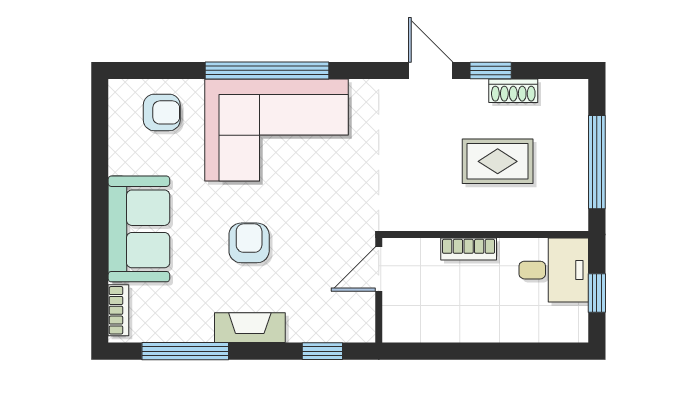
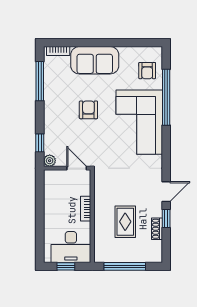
window: (267, 70) -> (166, 97), moved
armchair: (249, 243) -> (88, 110), turned -90
desk: (554, 270) -> (71, 247), width x1.37
fireplace: (250, 328) -> (50, 110), removed
plant: (362, 329) -> (50, 161), added

